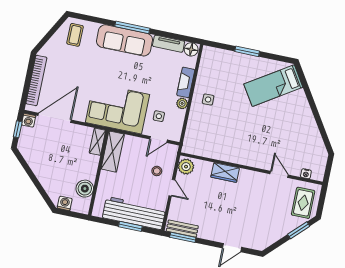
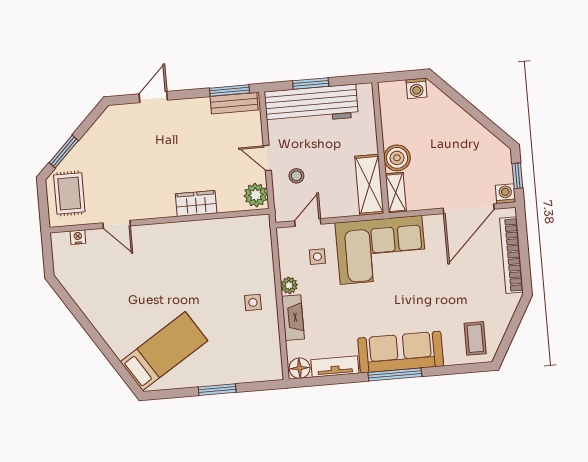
boiler: (85, 189) -> (397, 158), moved

